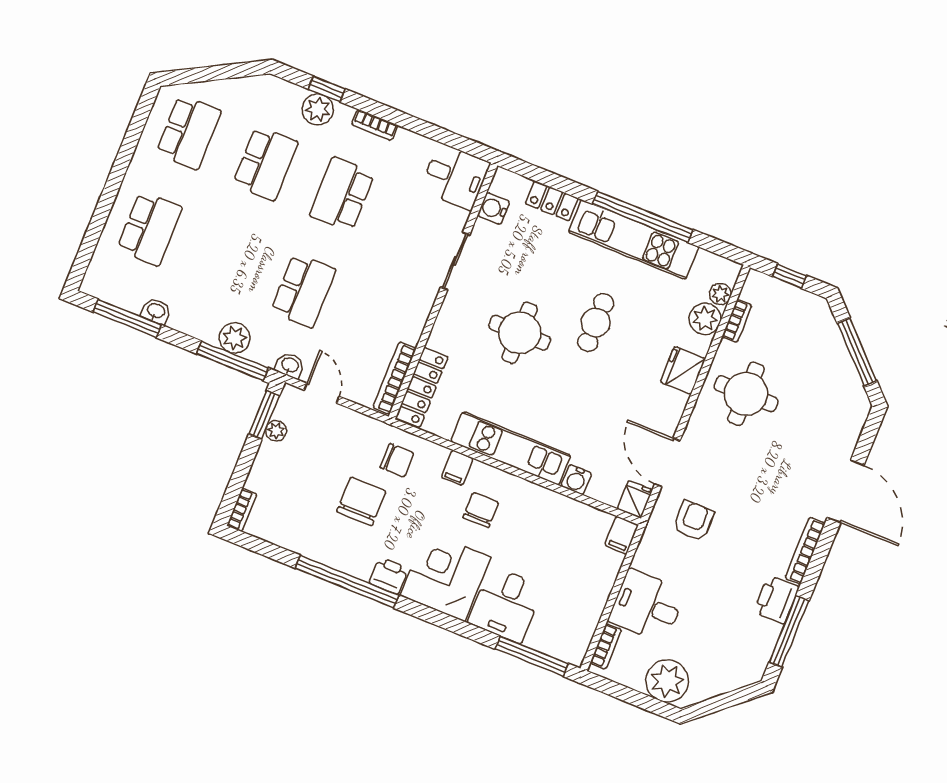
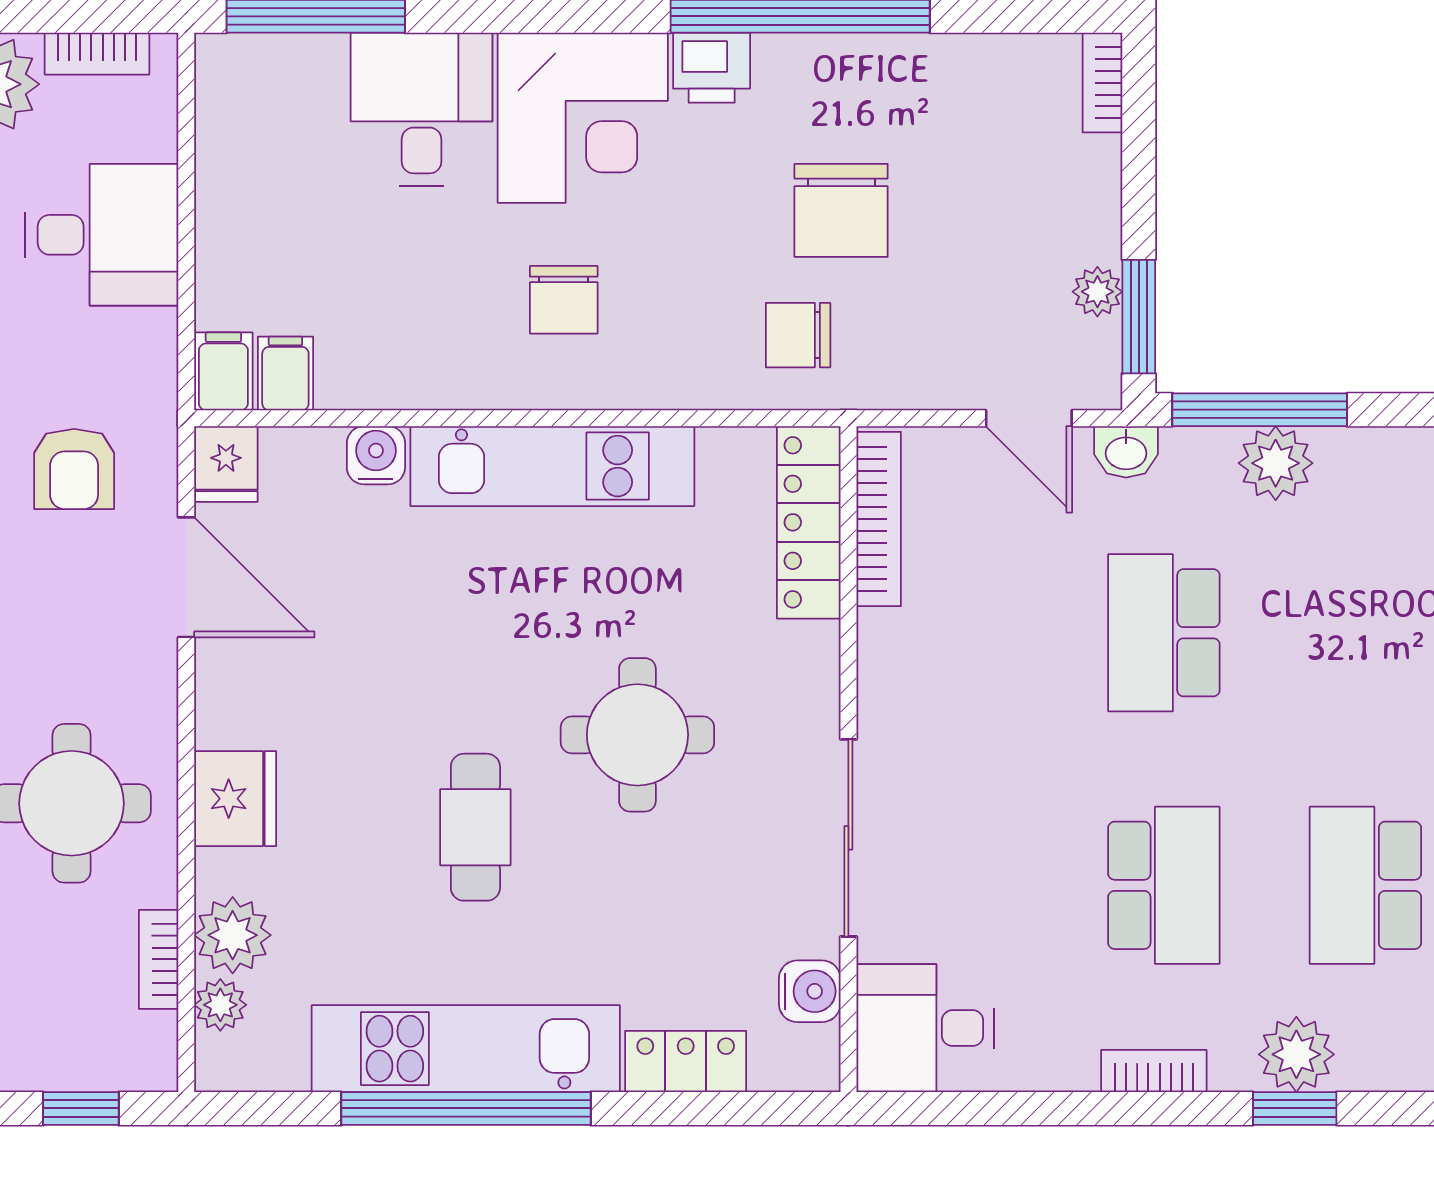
sliding door: (455, 261) -> (848, 838), width x1.37
filing cabinet: (457, 468) -> (285, 373), moved
bookcase: (606, 646) -> (97, 54), moved, turned -90

